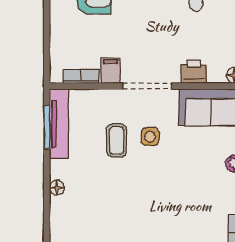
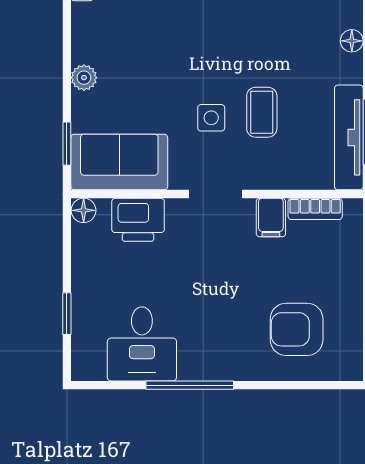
printer: (194, 72) -> (138, 220), width x1.36, depth x1.24
doorway: (147, 86) -> (215, 194), width x0.73

